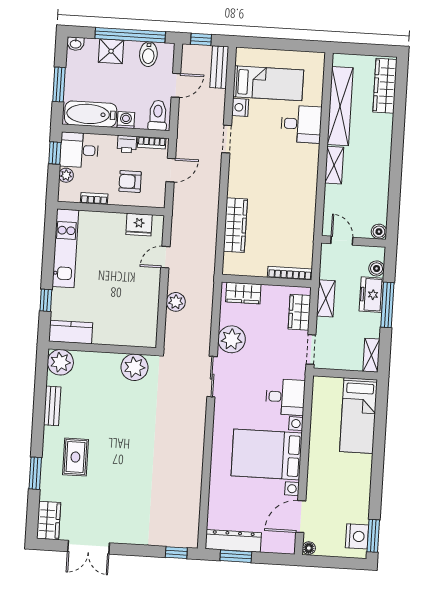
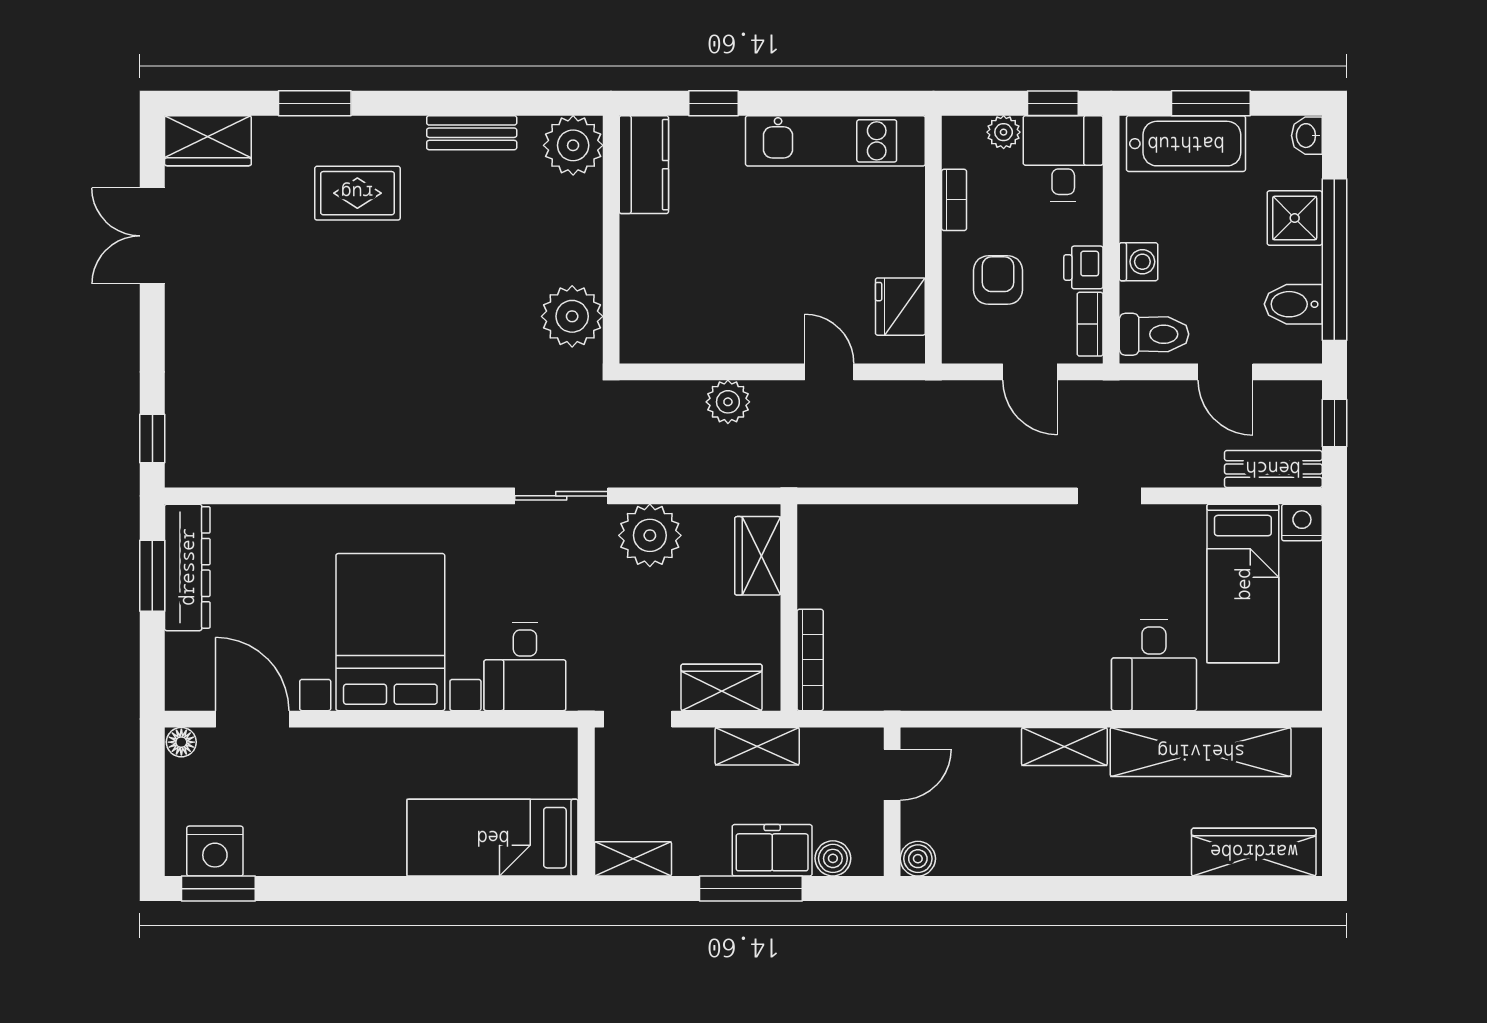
nightstand: (240, 107) -> (1302, 523), moved
bathtub: (91, 114) -> (1186, 144), moved, turned 90
wardrobe: (235, 225) -> (913, 528), removed

